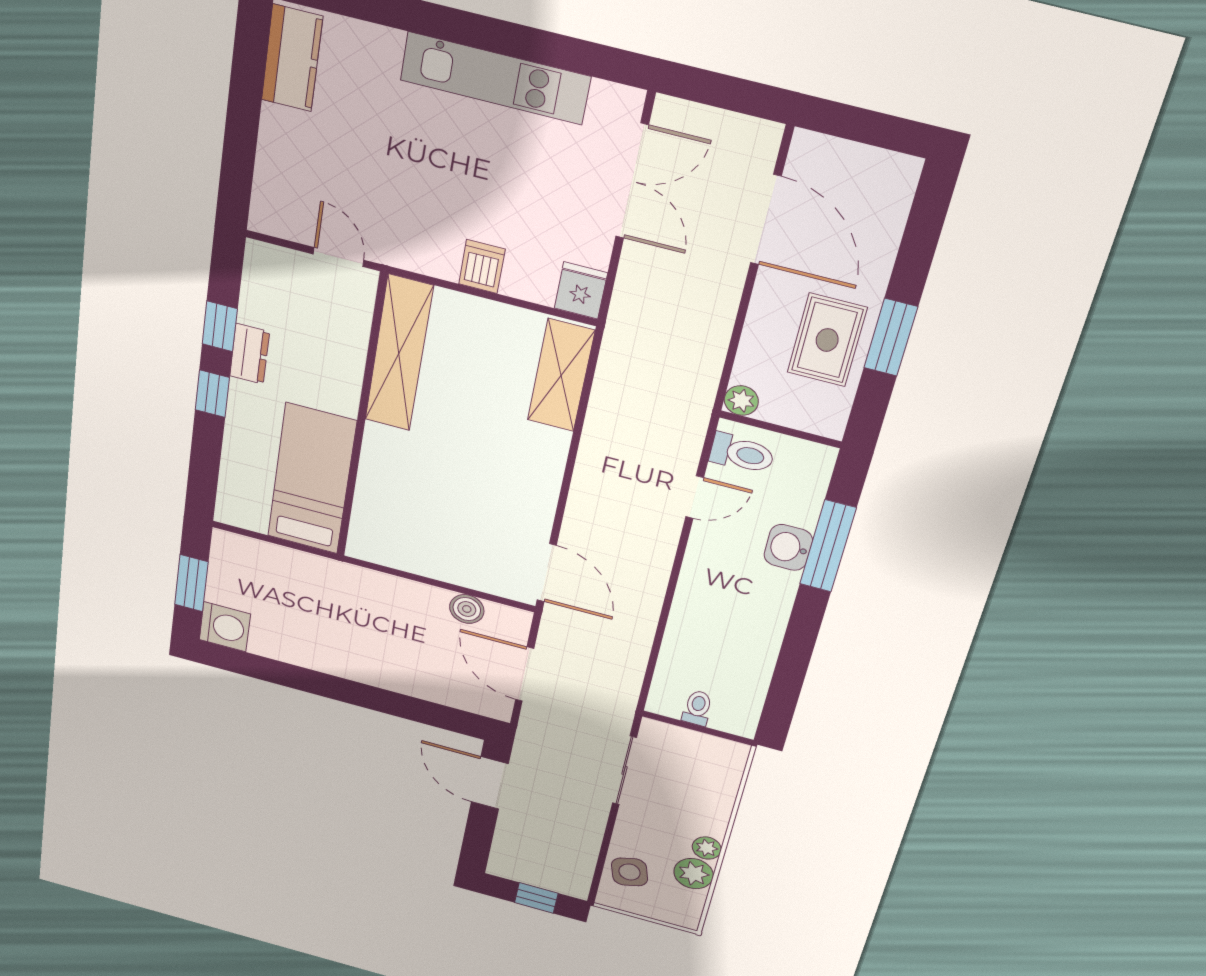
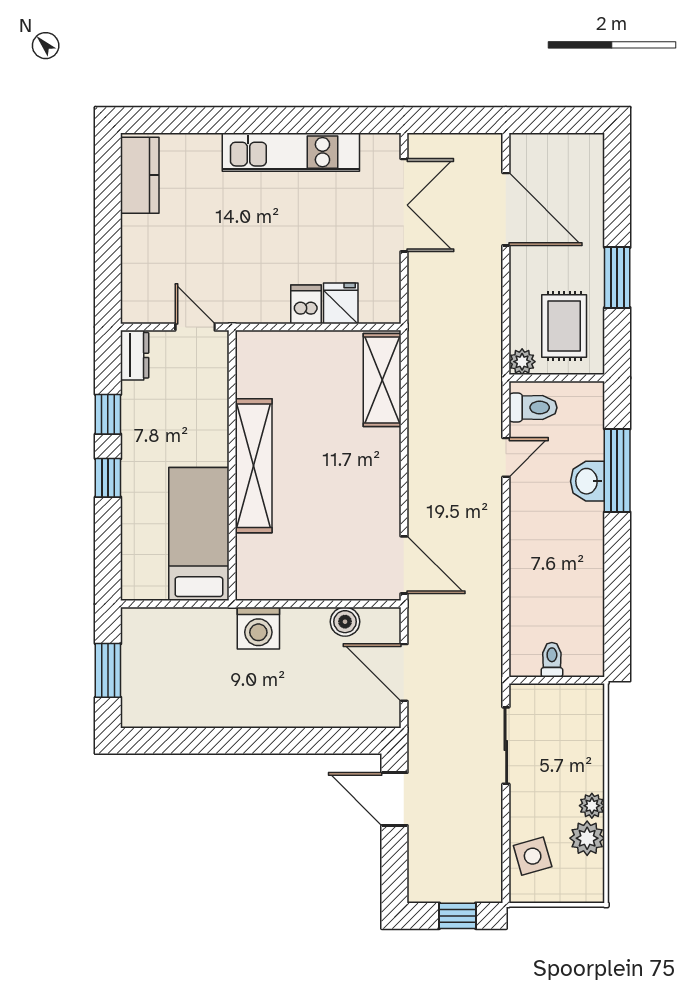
fridge: (581, 291) -> (341, 303), moved
rug: (827, 340) -> (564, 326), moved
shelving: (399, 353) -> (254, 466), moved
dresser: (250, 354) -> (135, 355), moved
washing machine: (225, 627) -> (258, 628), moved, turned 90

